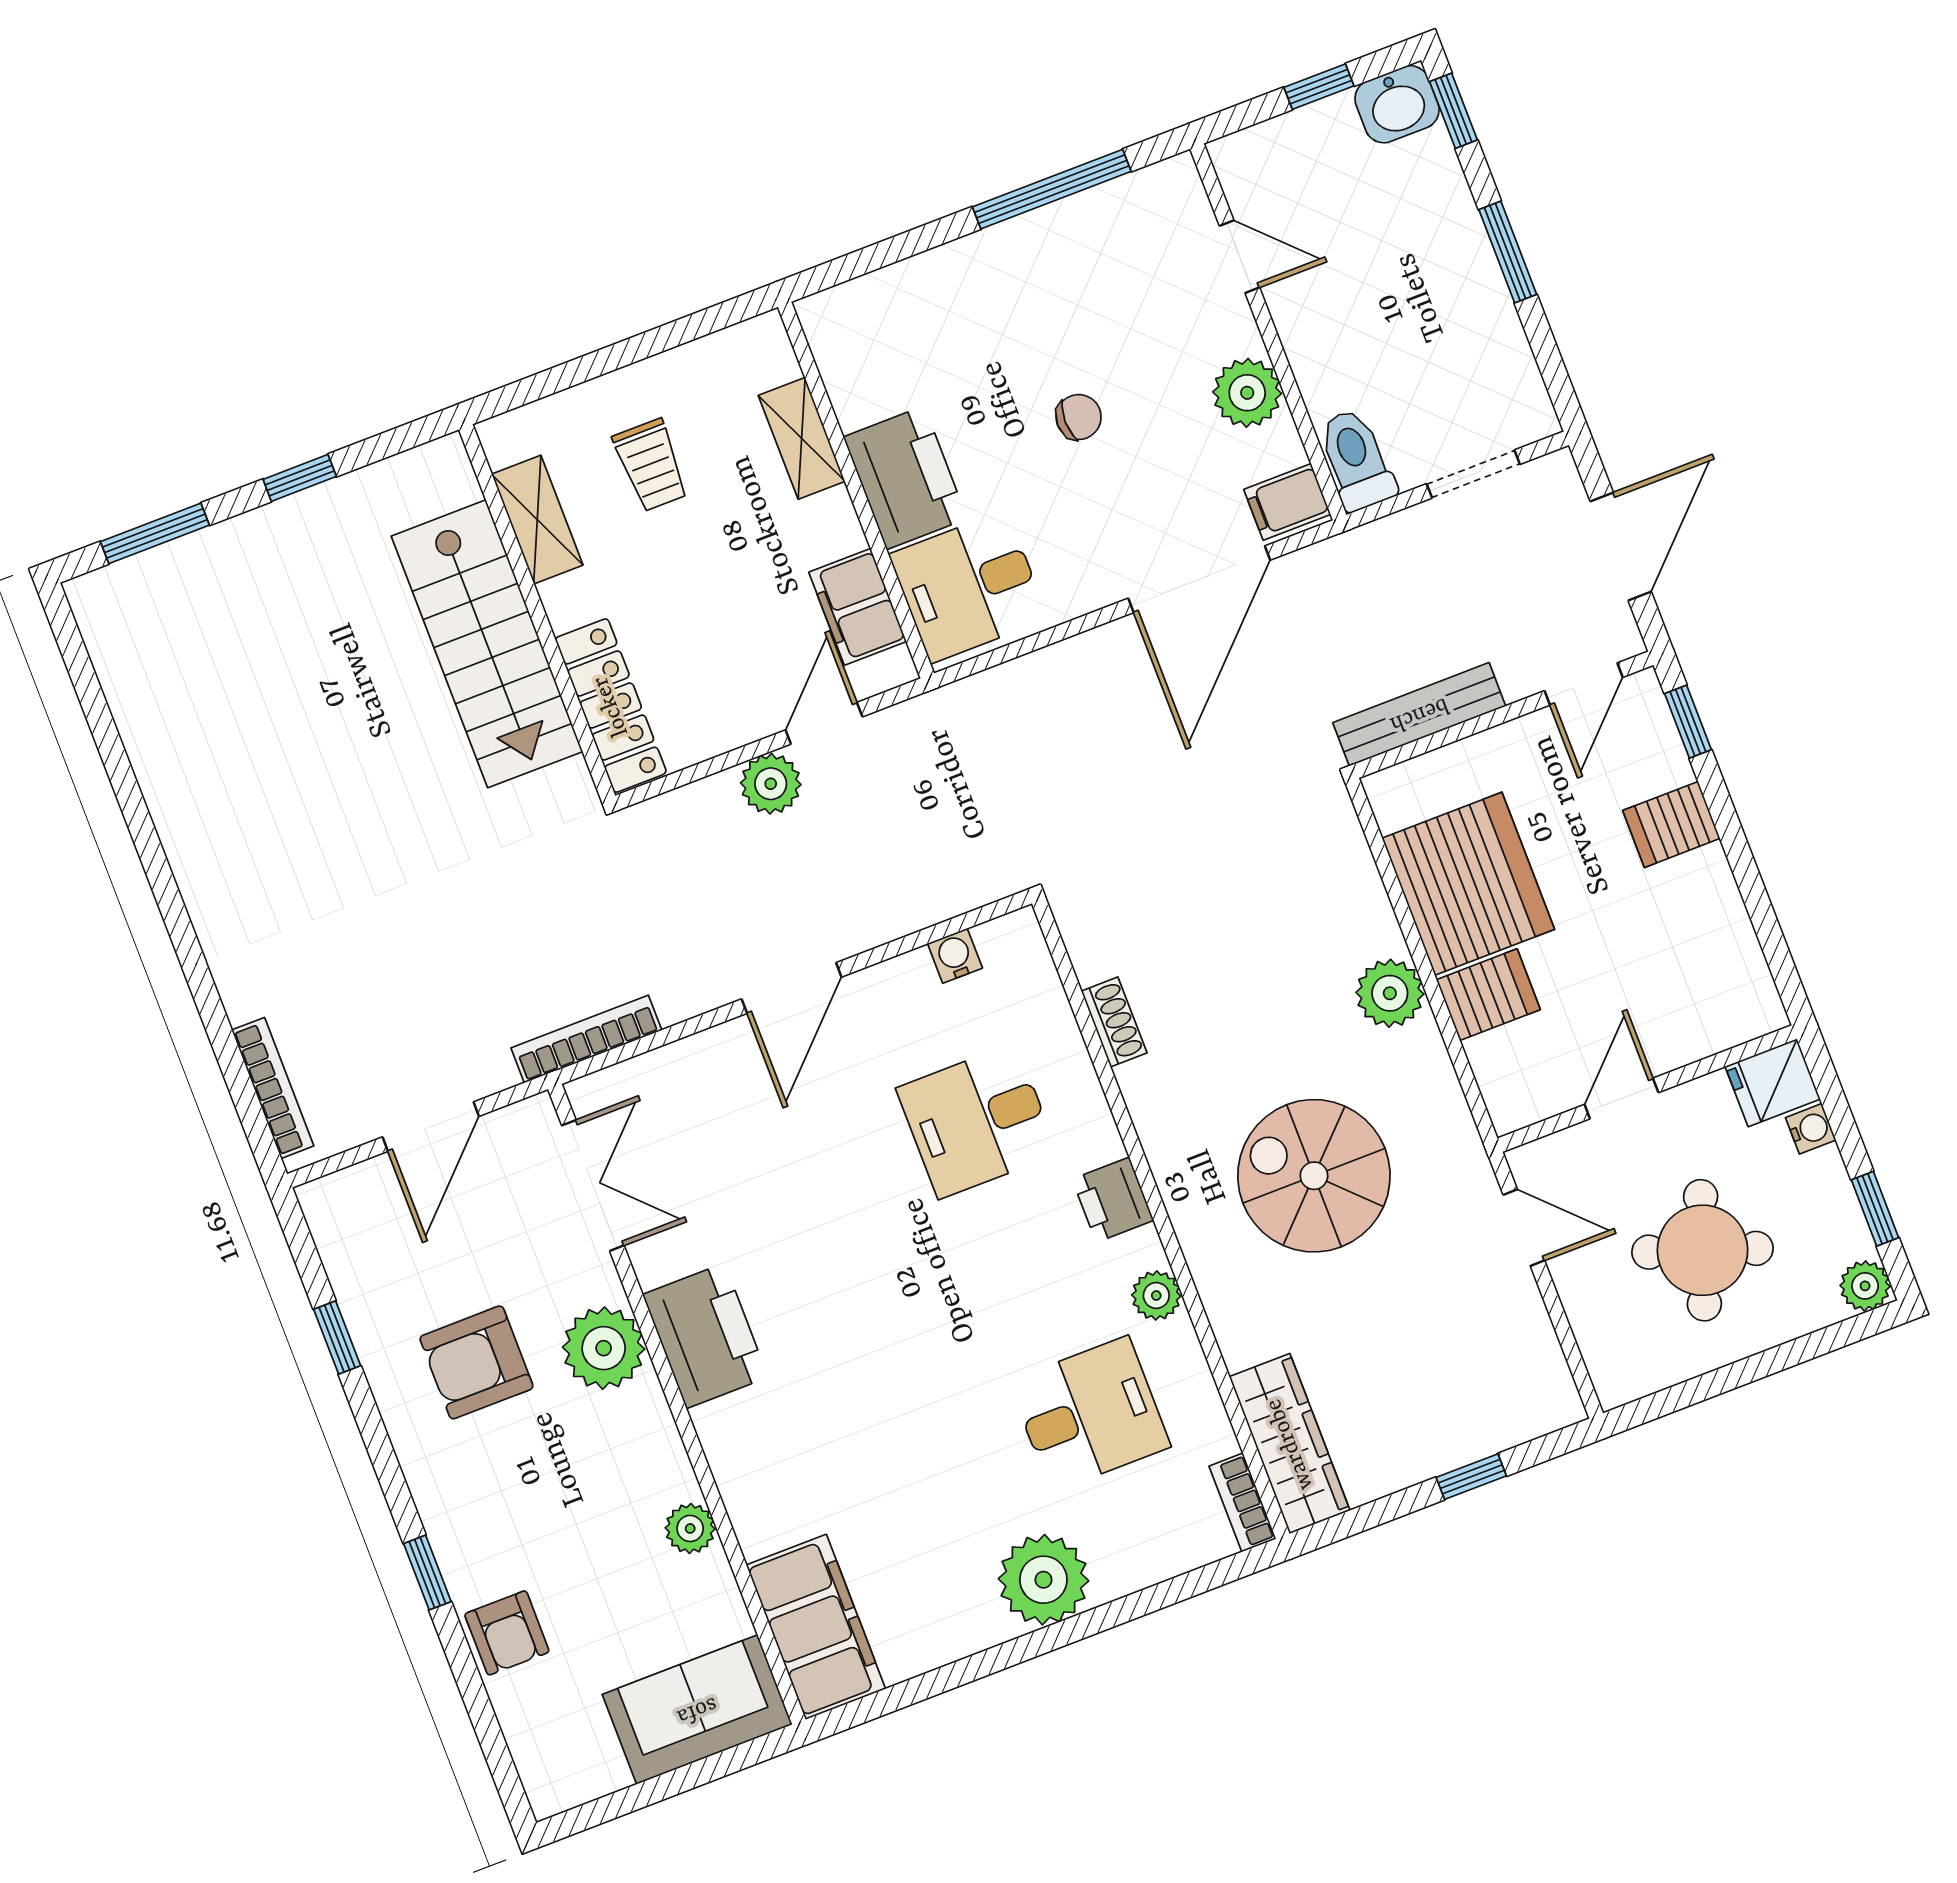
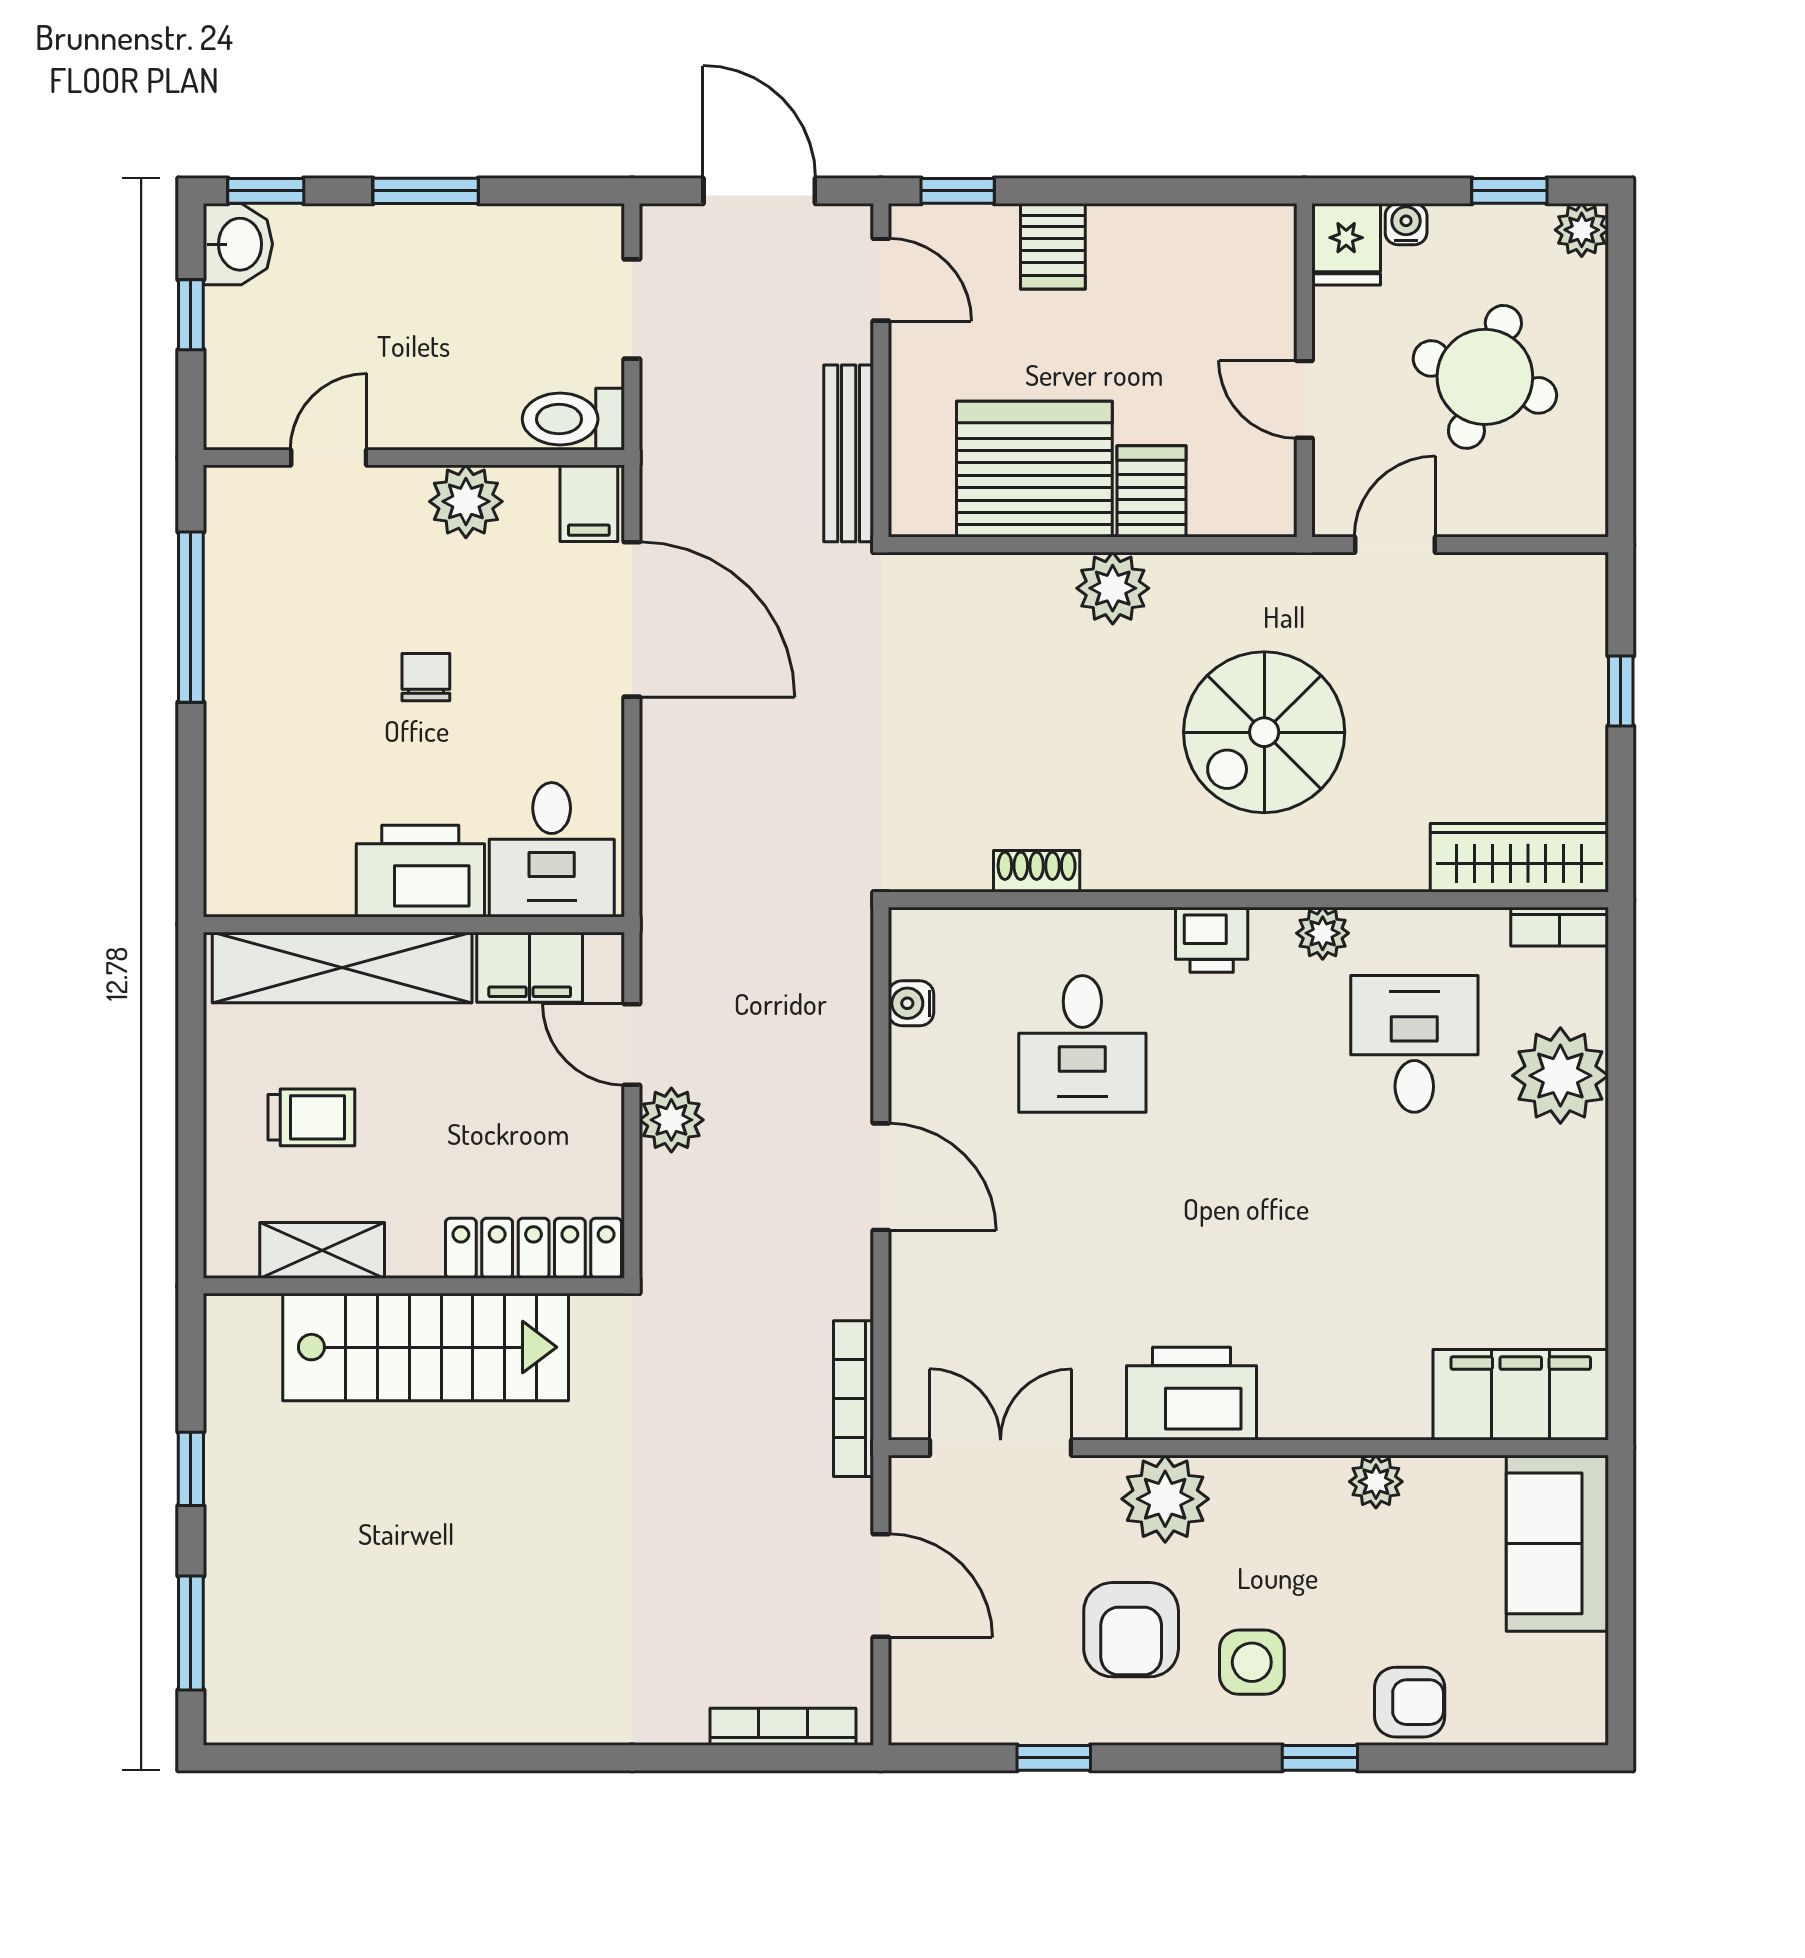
shelving: (802, 438) -> (342, 967), width x2.20, depth x1.33
side table: (489, 1480) -> (1252, 1662), added
plant: (1043, 1580) -> (1560, 1076), moved

